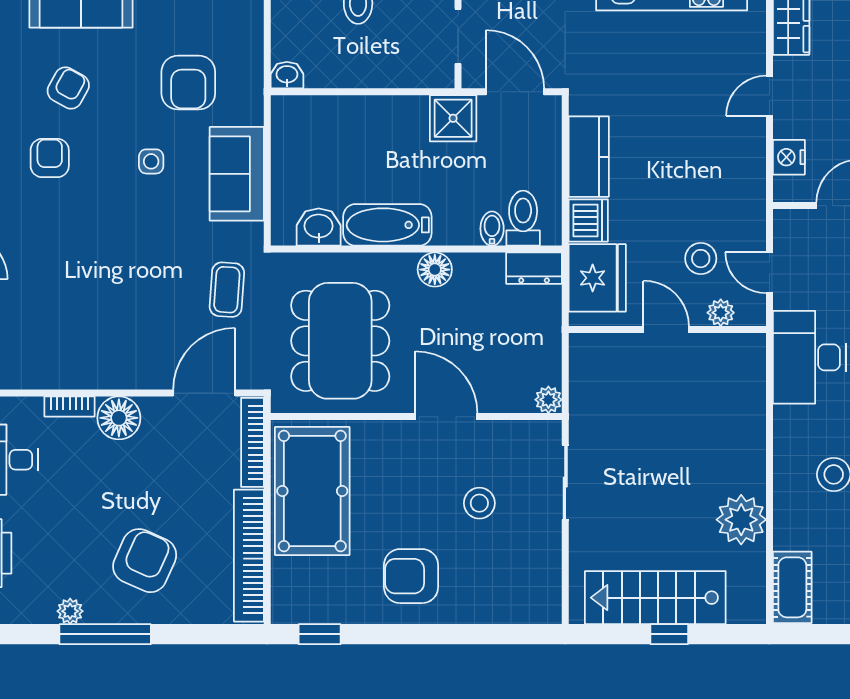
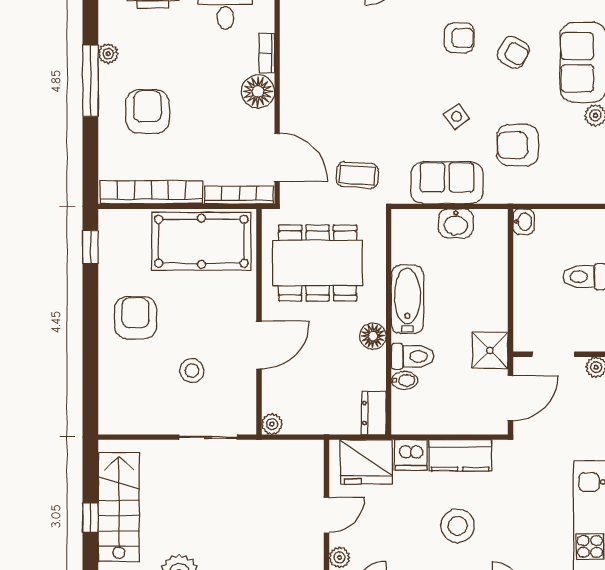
side table: (151, 161) -> (457, 116), turned -36
toilet: (523, 218) -> (413, 356), moved
washbasin: (319, 227) -> (456, 223), moved, turned 90
stool: (701, 259) -> (458, 526), moved, width x1.38, depth x1.38
armchair: (145, 561) -> (147, 111), turned -114

